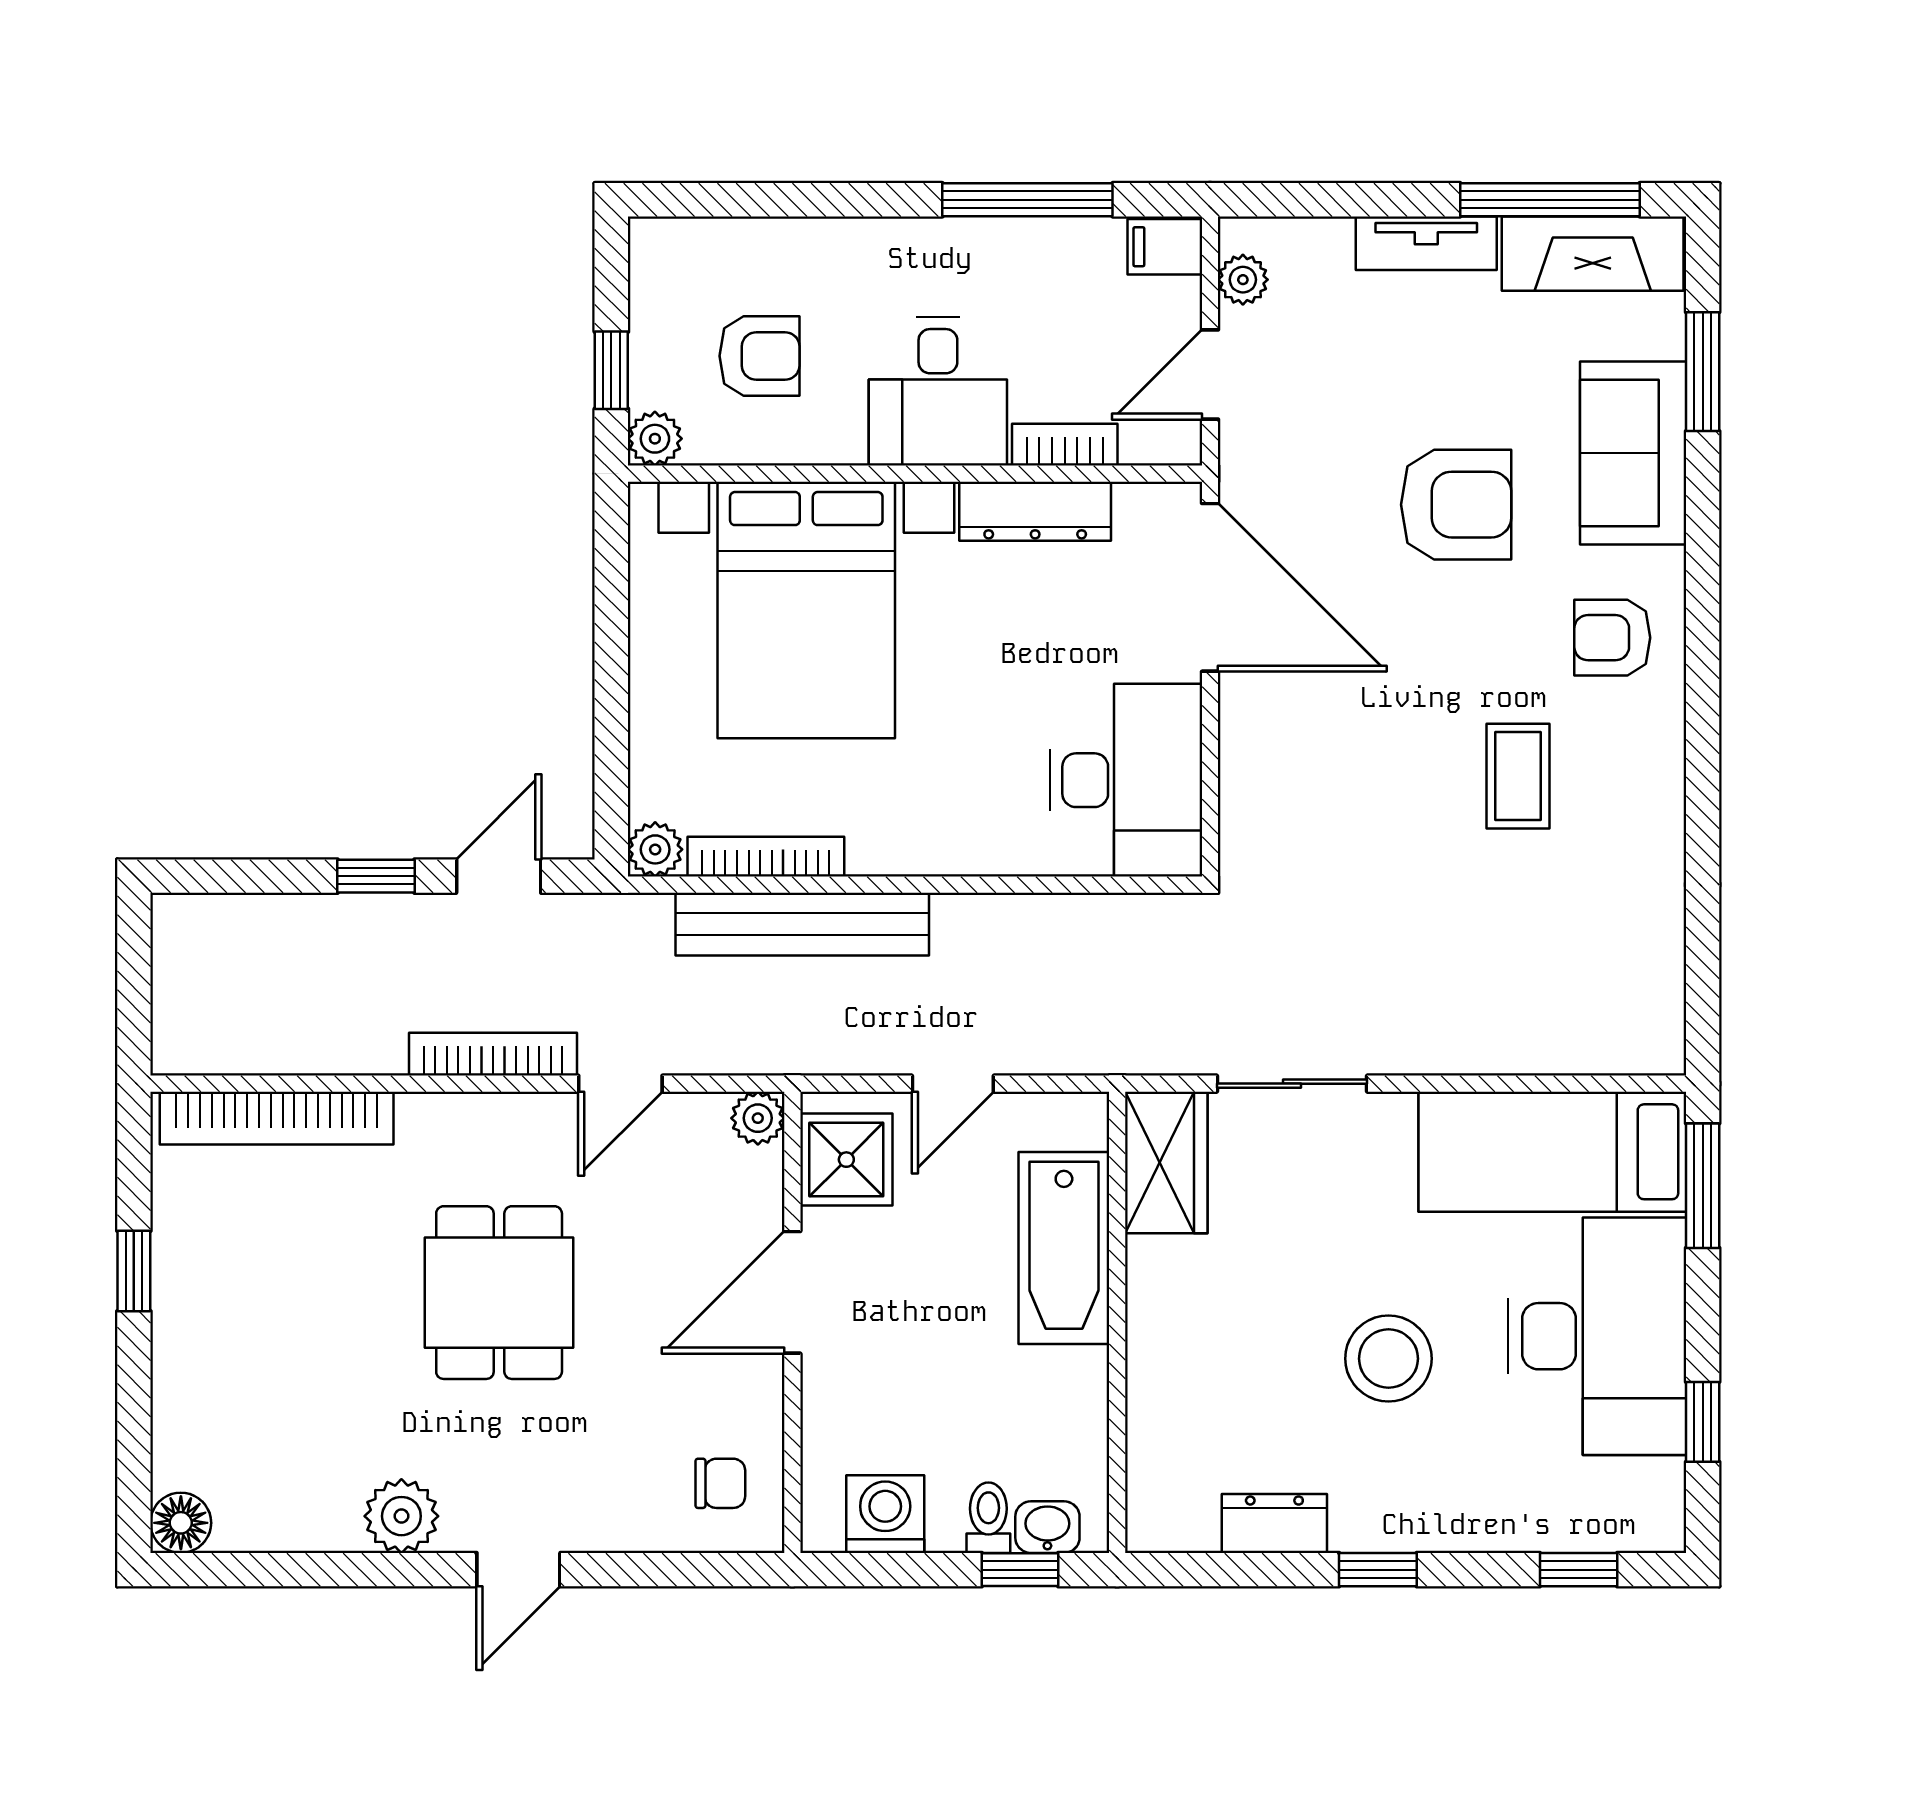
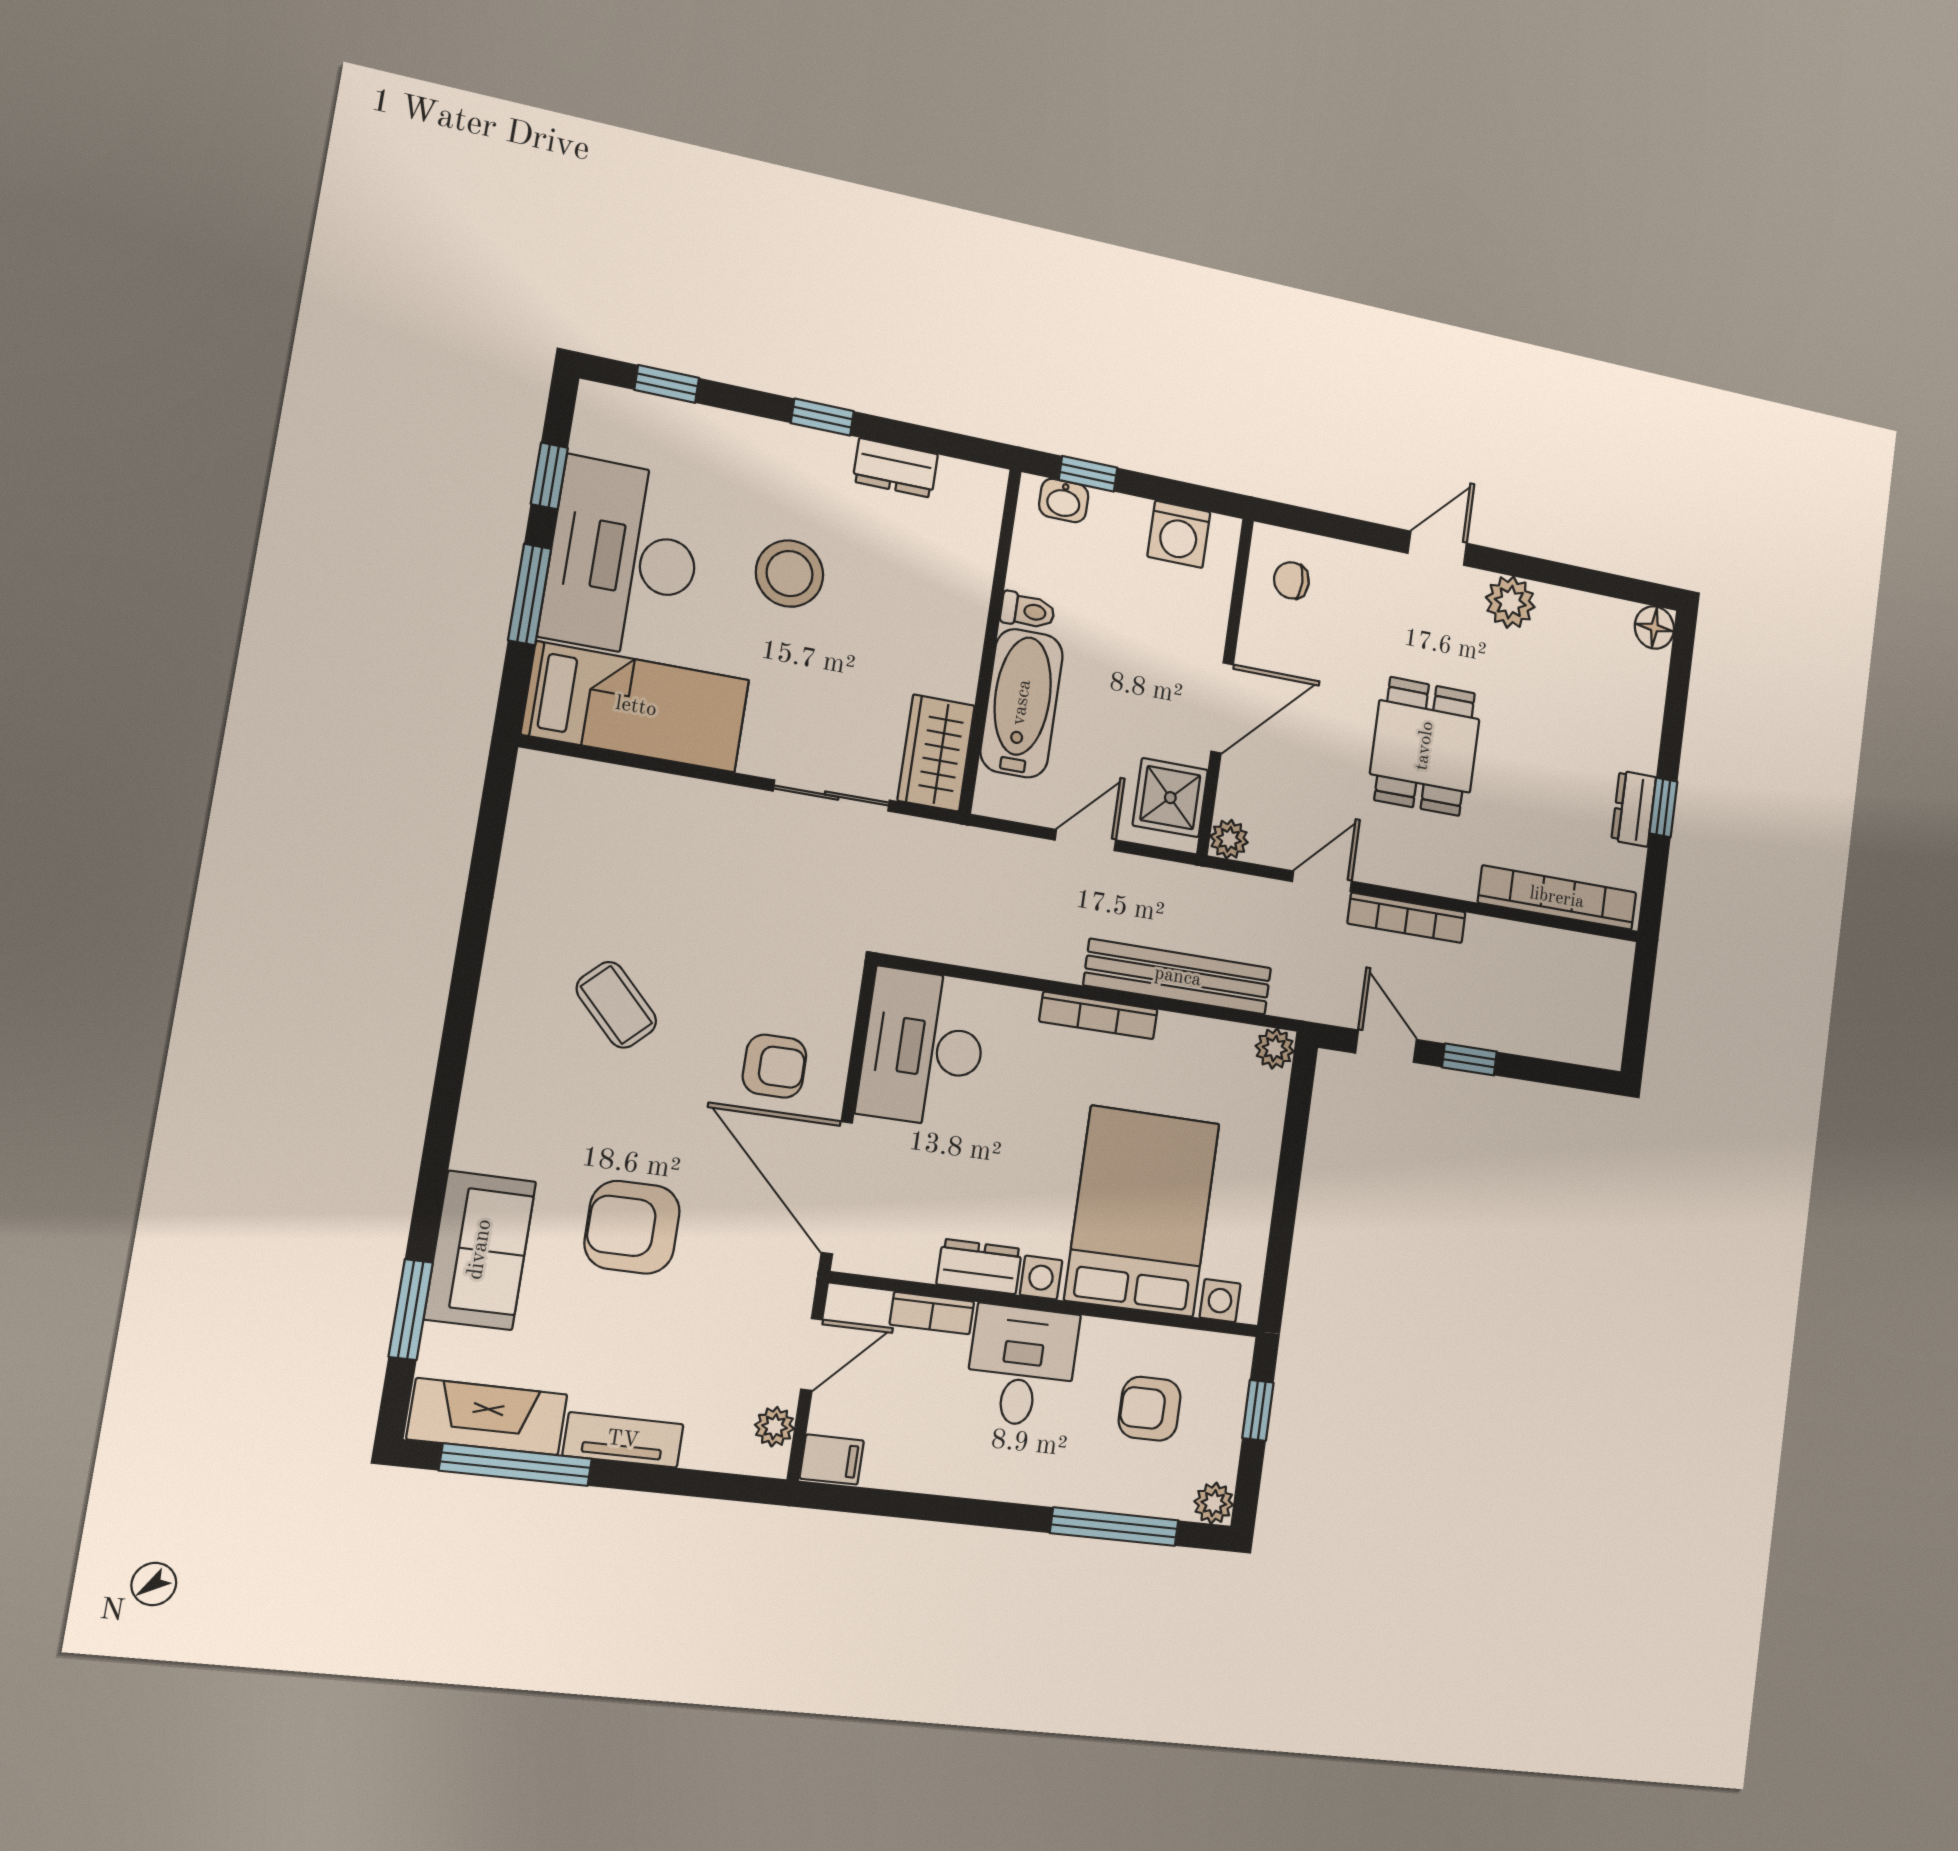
window: (1027, 200) -> (1114, 1527), moved
plant: (655, 439) -> (1214, 1503), moved
dresser: (1035, 511) -> (979, 1267), width x0.70
armchair: (1612, 638) -> (775, 1066), moved
coffee table: (1518, 776) -> (616, 1005), turned -44
bookcase: (766, 857) -> (1099, 1015), moved
door: (499, 876) -> (1386, 1046), swing flipped
window: (1703, 1186) -> (530, 594), moved
dresser: (179, 1261) -> (1634, 809), added
toilet: (988, 1518) -> (1028, 611), moved, turned -90

